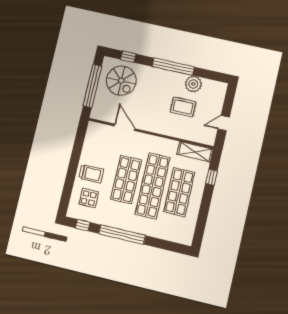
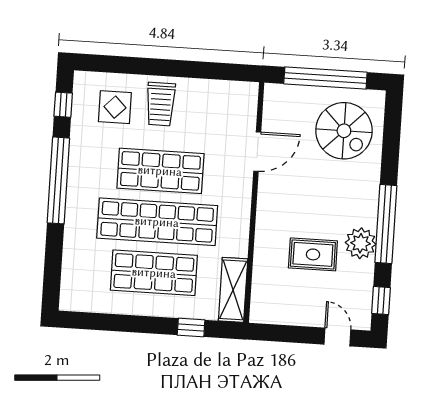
window: (128, 57) -> (381, 301), moved
spiral stairs: (121, 81) -> (344, 131), turned -90
plant: (193, 84) -> (361, 243), moved
rug: (183, 107) -> (313, 254), turned 90
door: (224, 123) -> (337, 337), moved

